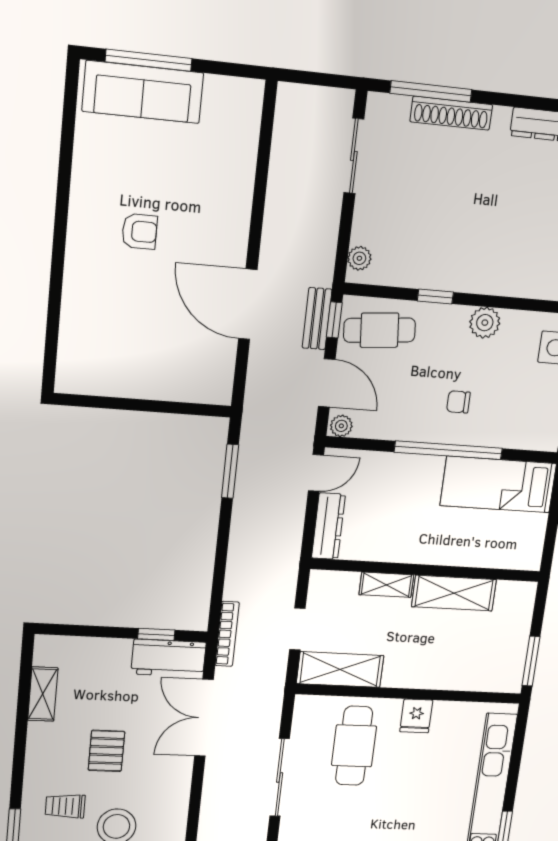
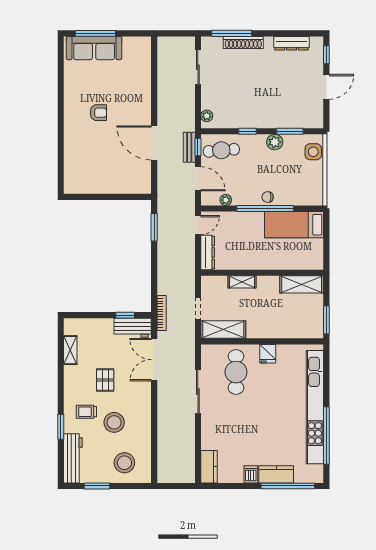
window: (517, 304) -> (290, 131), added
chair: (458, 402) -> (268, 197), moved
plant: (341, 426) -> (226, 200), moved
shelving: (454, 593) -> (302, 284), moved

